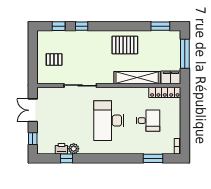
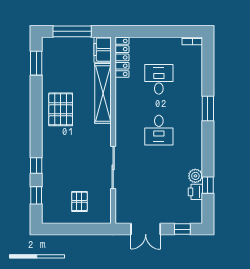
desk: (109, 121) -> (159, 130), width x0.53, depth x0.77
window: (153, 158) -> (208, 109), moved

